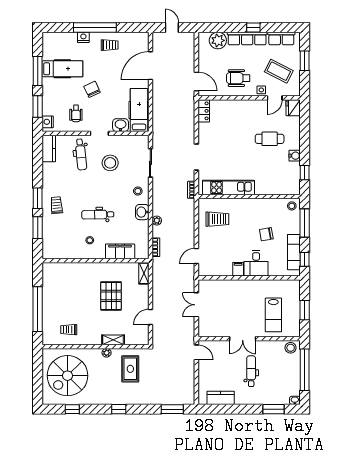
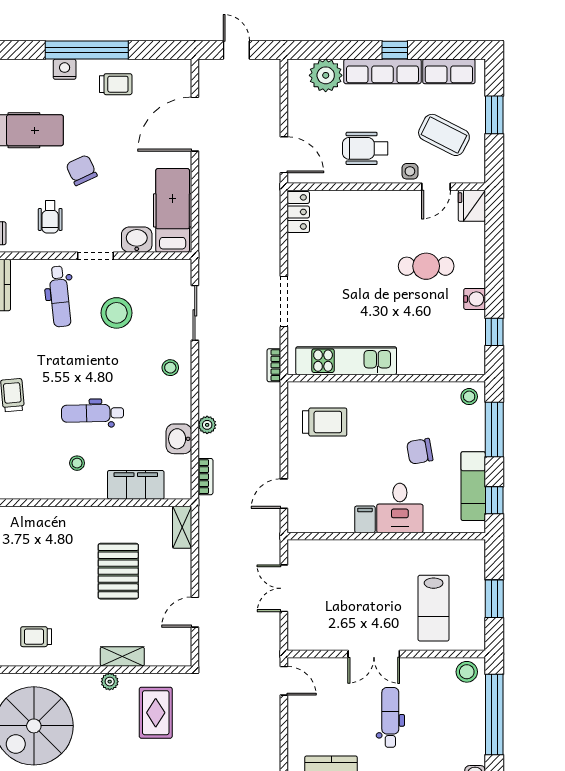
washbasin: (142, 212) -> (179, 439), moved

